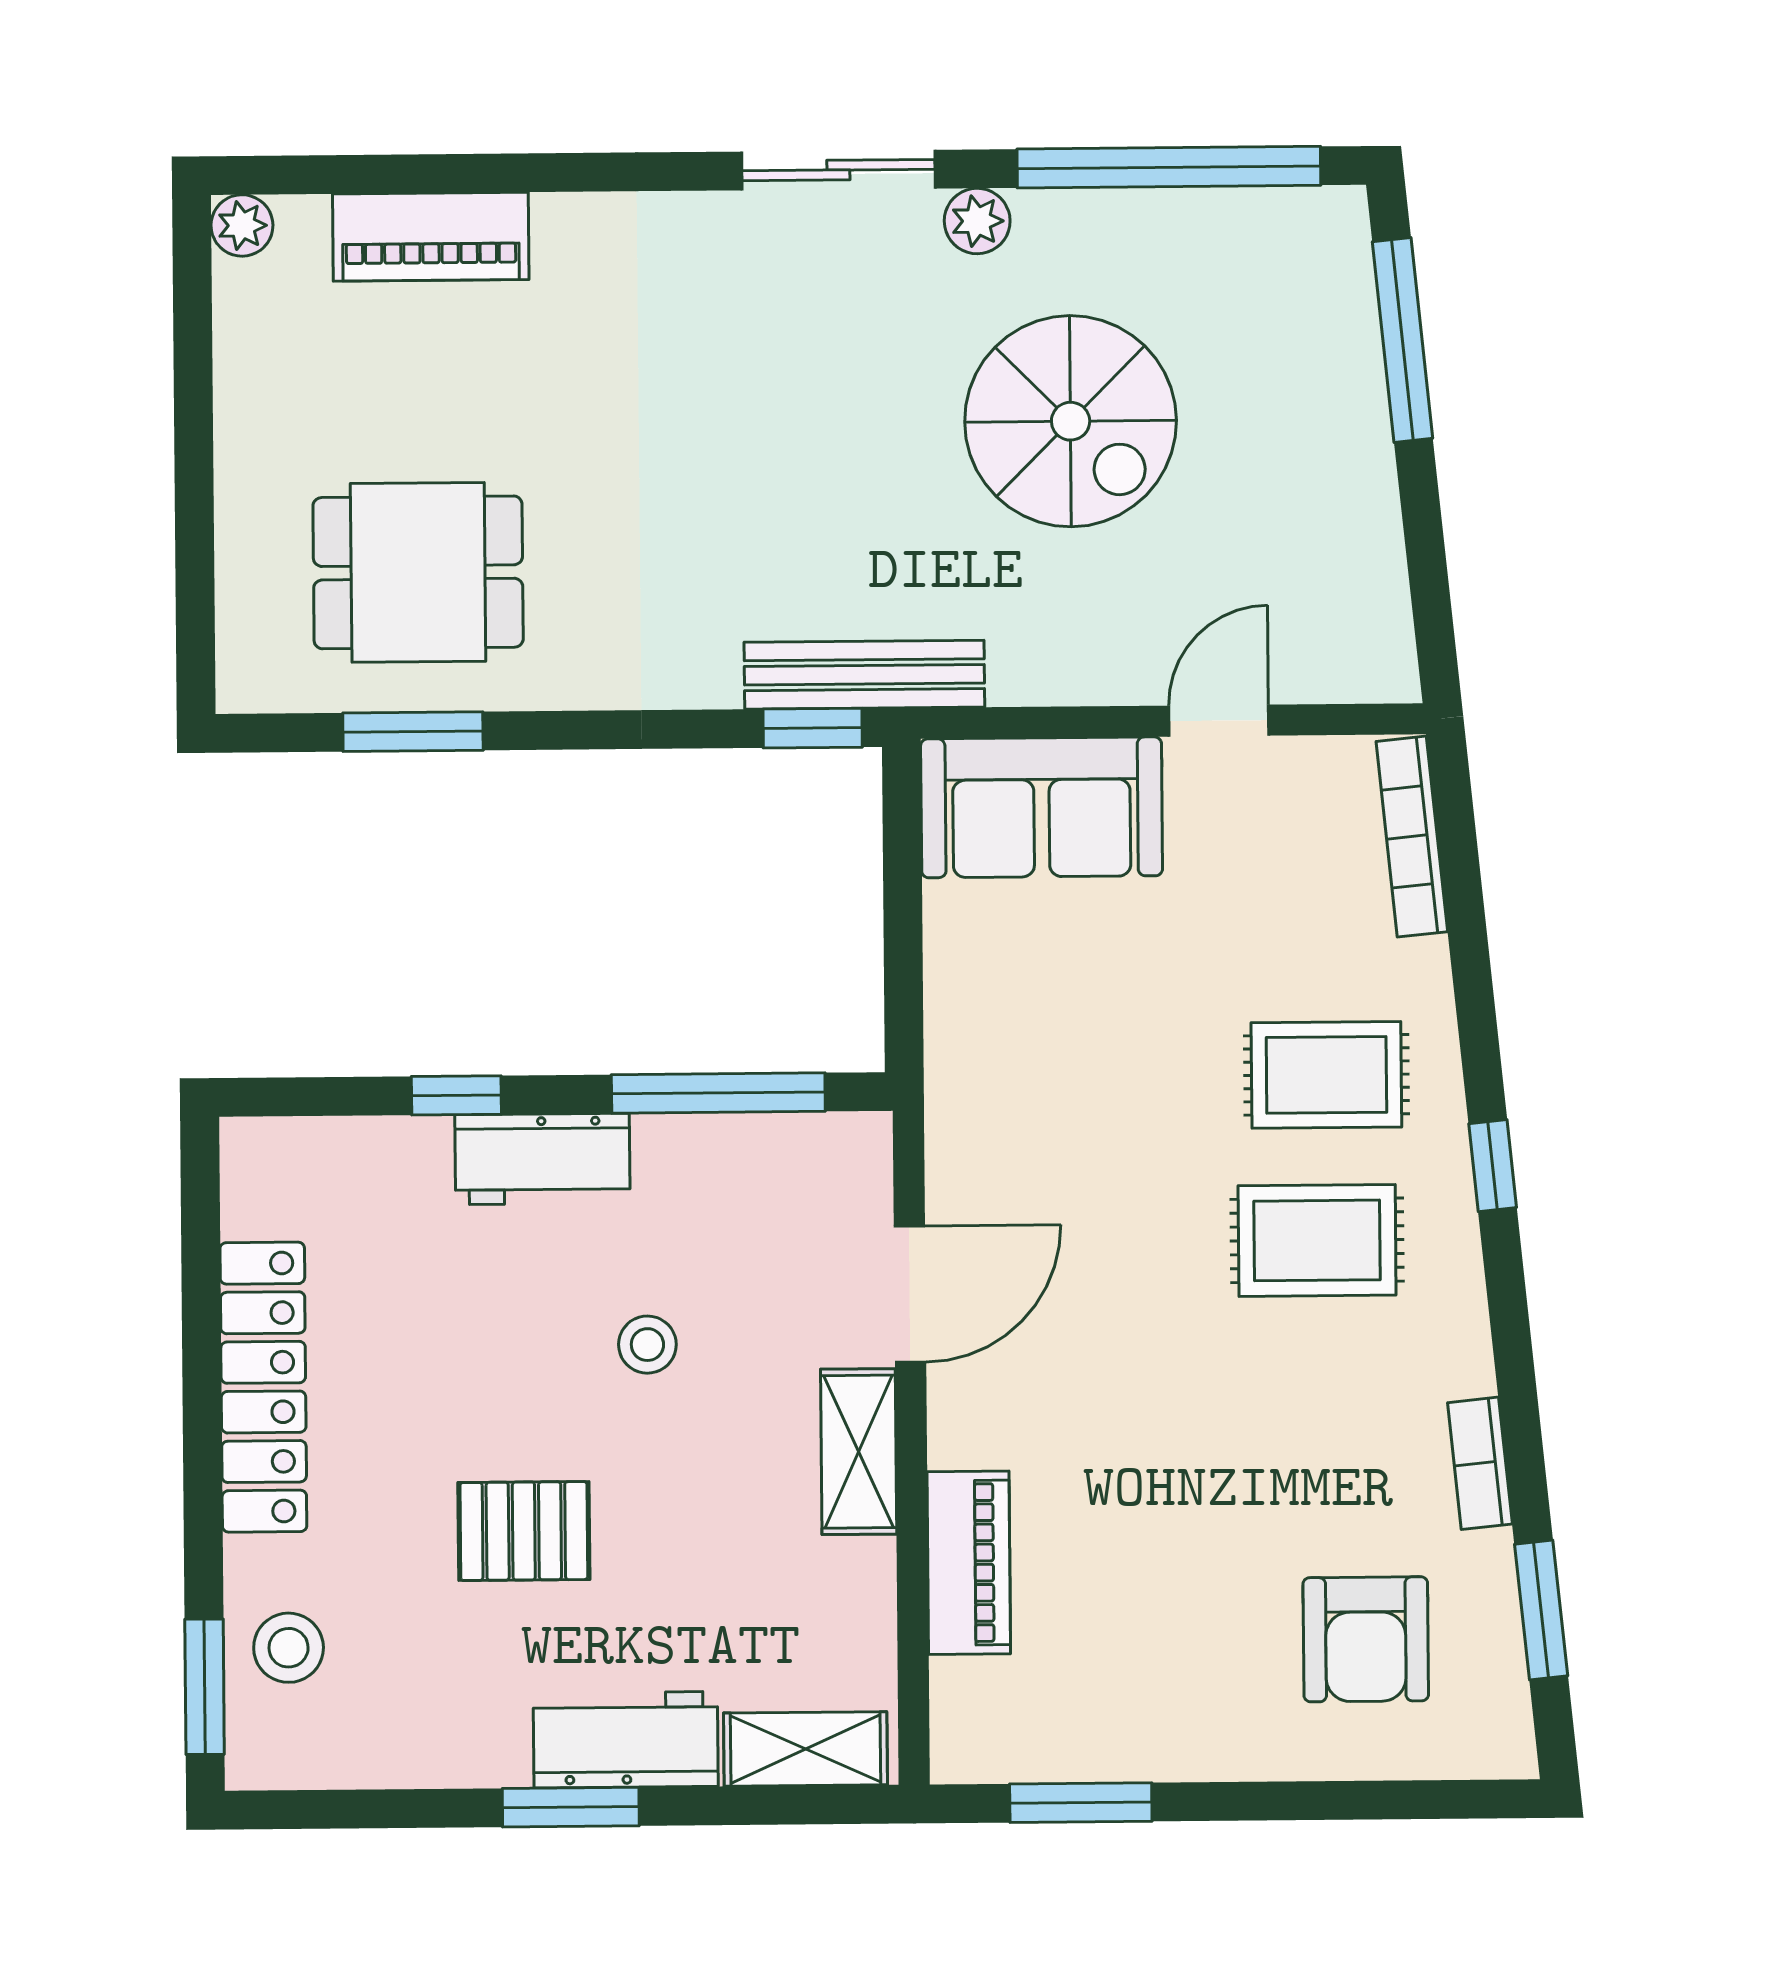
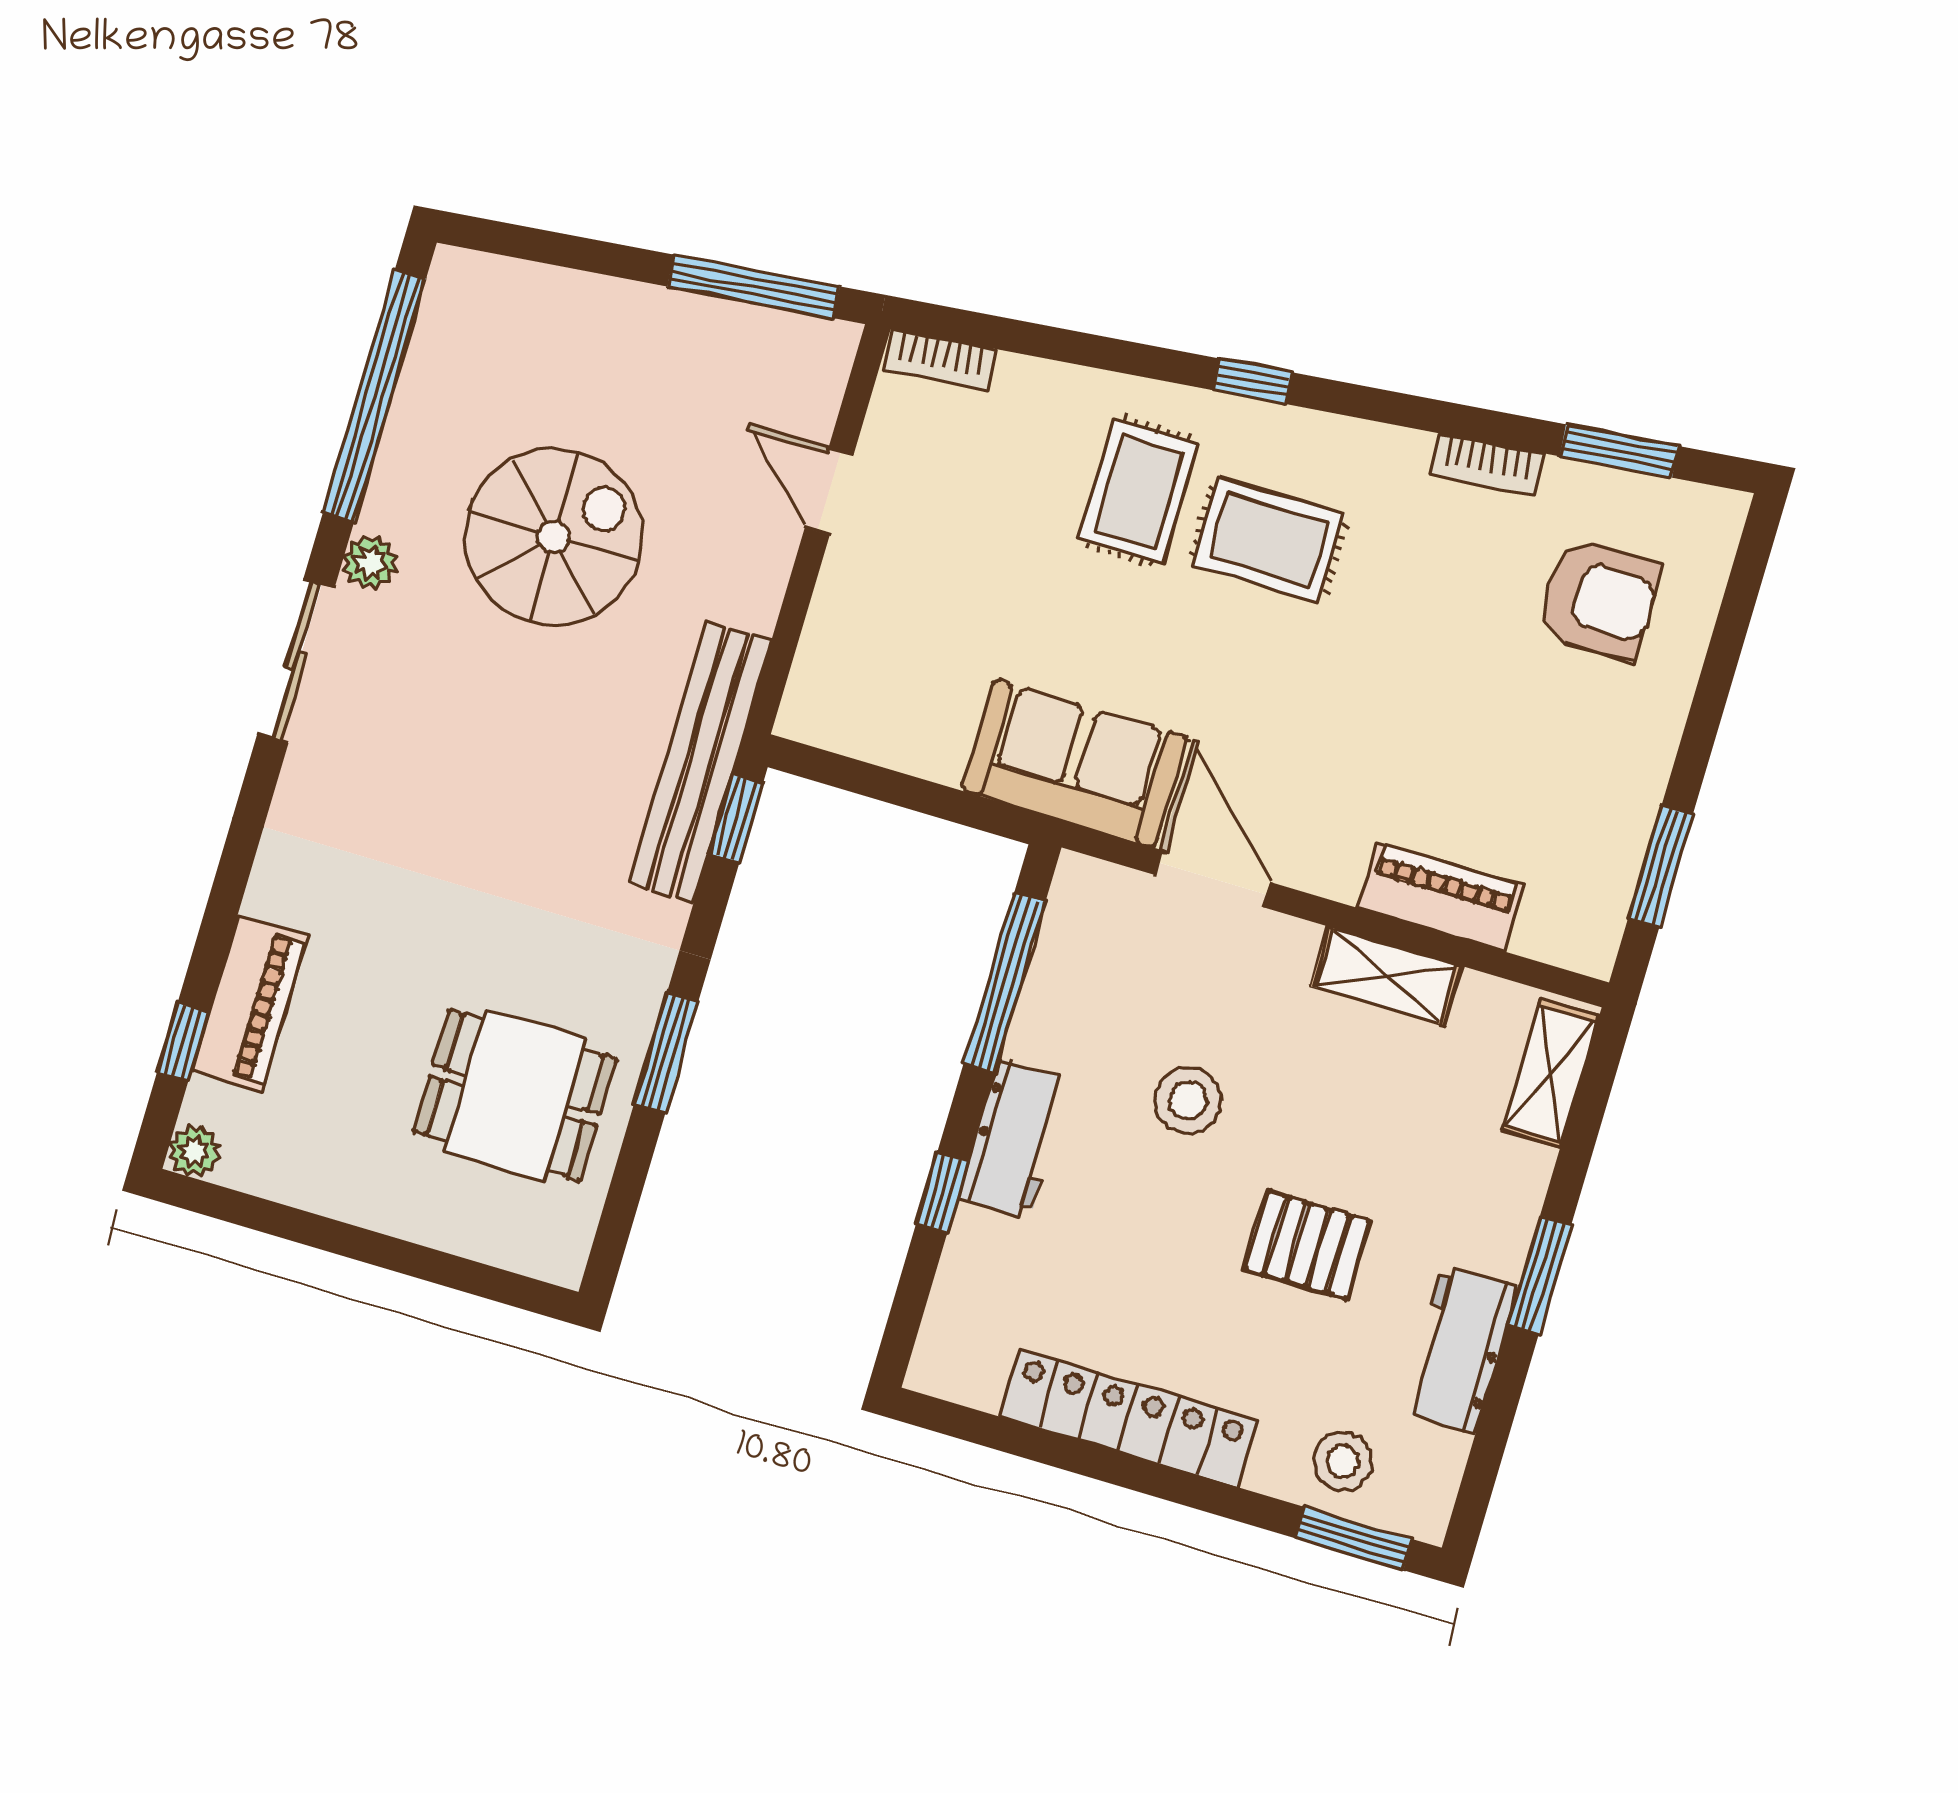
window: (363, 174) -> (183, 1042), added
window: (1403, 340) -> (754, 286), moved
dining table: (418, 572) -> (515, 1095), turned 90
bench: (864, 675) -> (700, 762), width x1.37, depth x1.21
window: (413, 732) -> (666, 1052), moved
sofa: (1042, 807) -> (1074, 763), moved, turned -90
bookcase: (1412, 837) -> (940, 360), width x0.64
rug: (1317, 1240) -> (1269, 540), turned 90
stool: (647, 1345) -> (1188, 1101), width x1.37, depth x1.37
shelving: (859, 1452) -> (1386, 976), moved
pallet: (524, 1531) -> (1307, 1245), turned 90
workbench: (626, 1740) -> (1459, 1349), moved

